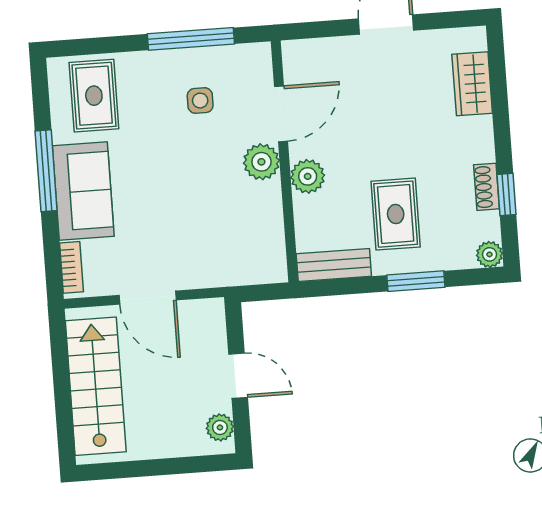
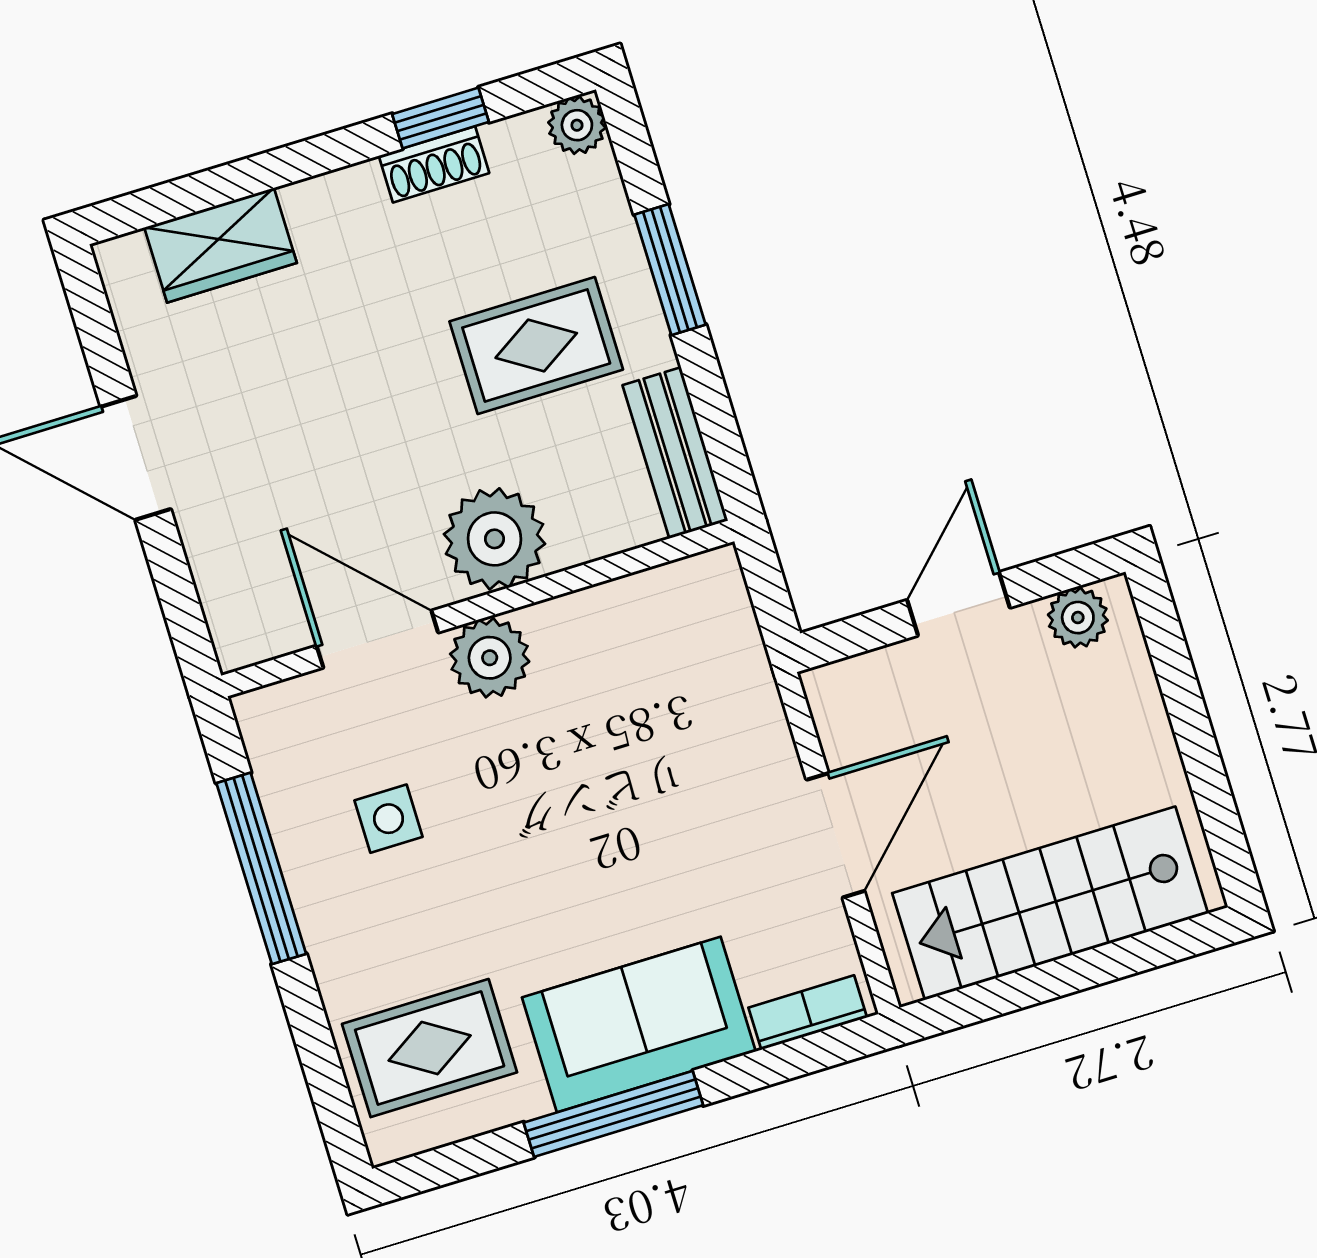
plant: (308, 176) -> (494, 539), width x1.36, depth x1.36

